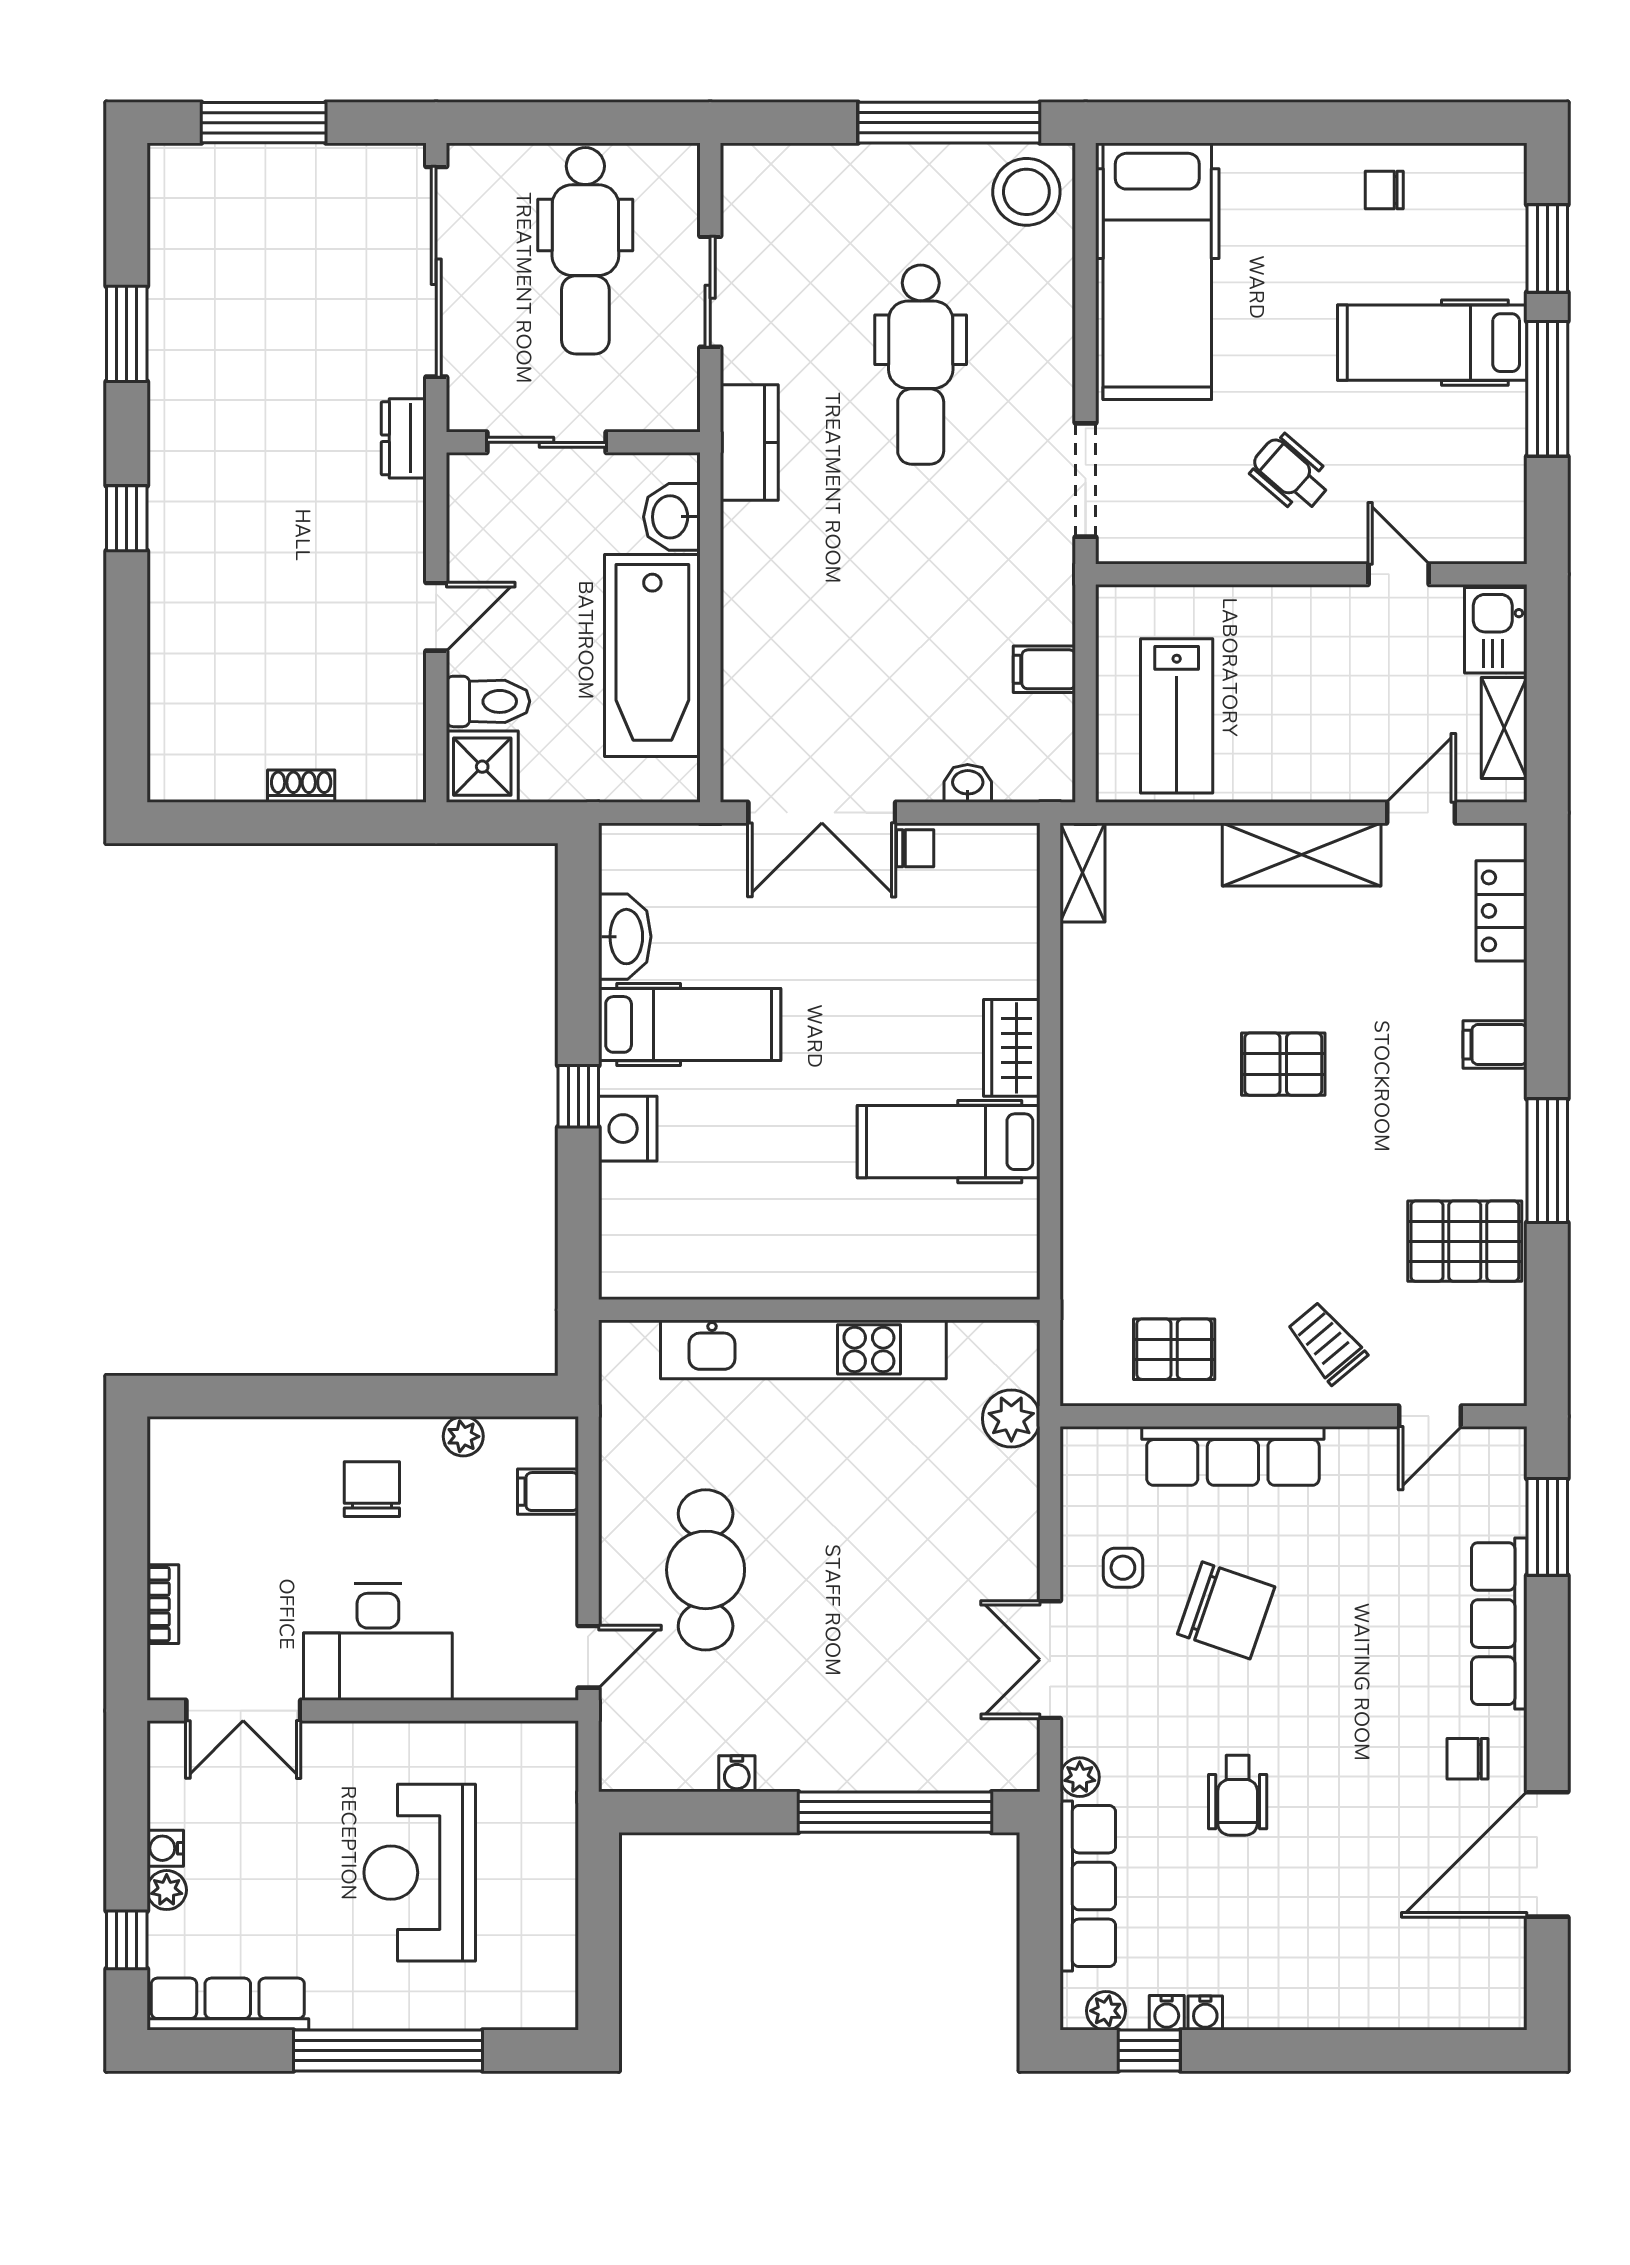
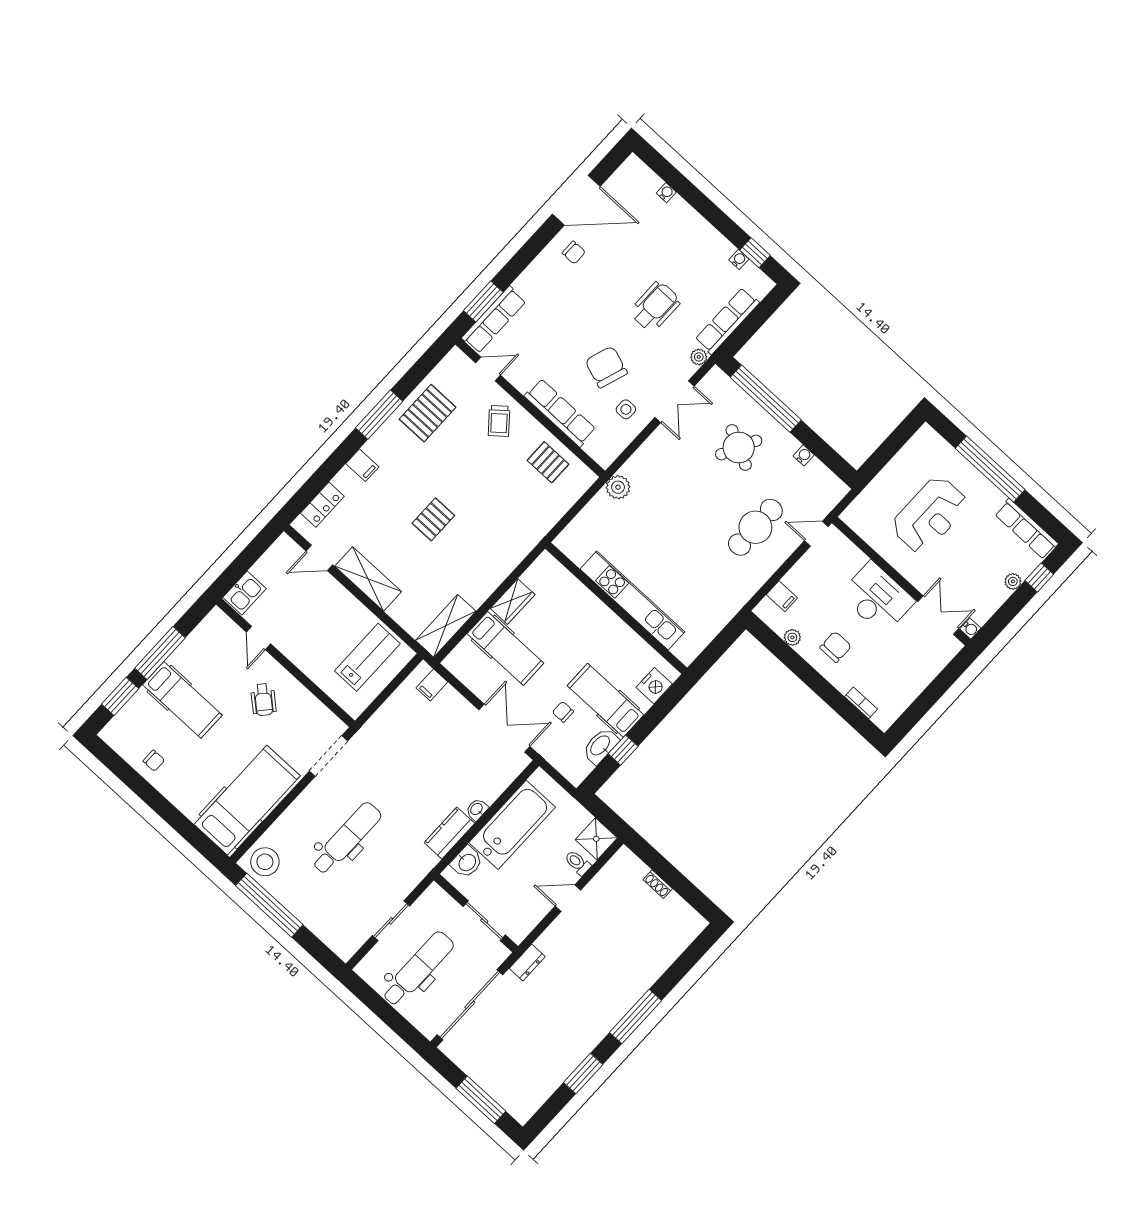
kitchen counter: (749, 443) -> (449, 833), moved
window: (127, 518) -> (636, 1017), width x2.17
filing cabinet: (1044, 669) -> (432, 685), moved, turned 90
toilet: (488, 701) -> (578, 863), width x0.73, depth x0.72
shelving: (1504, 728) -> (270, 560), removed
washbasin: (968, 783) -> (477, 809), moved, turned 90
chair: (915, 848) -> (563, 712), moved
shelving: (1083, 872) -> (446, 626), width x1.50, depth x1.33
pallet: (1283, 1064) -> (433, 519), turned 90
window: (578, 1096) -> (623, 750), moved
hospital bed: (949, 1142) -> (505, 648), moved
pallet: (1465, 1241) -> (428, 413), turned 90
wall: (819, 1310) -> (616, 608), moved
kitchen unit: (803, 1349) -> (632, 600), moved
chair: (372, 1489) -> (836, 647), turned 180
bookcase: (163, 1604) -> (861, 703), moved, turned 90
row of seats: (1499, 1624) -> (494, 320), moved
round table: (864, 1683) -> (739, 448), added
wheelchair: (1238, 1795) -> (655, 307), width x1.36, depth x1.37
water cooler: (165, 1848) -> (970, 629), moved
plant: (1106, 2011) -> (757, 277), removed
water cooler: (1205, 2013) -> (666, 193), moved

